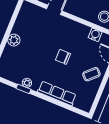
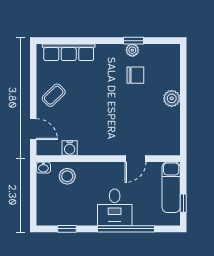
chair: (63, 57) -> (135, 75), moved
row of seats: (57, 93) -> (69, 52), moved

